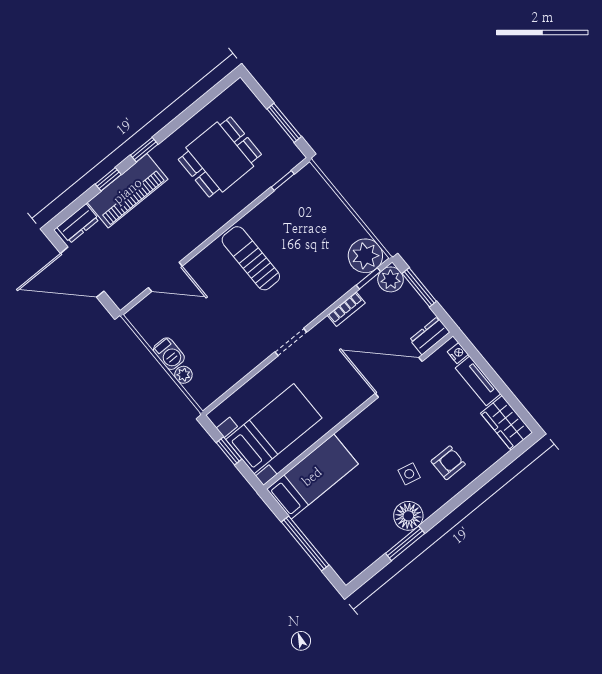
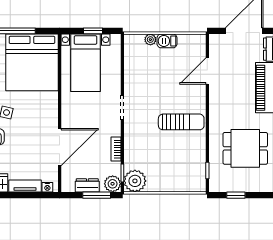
window: (284, 123) -> (236, 195), width x0.67
dining table: (220, 157) -> (245, 148), turned 90
dresser: (430, 336) -> (87, 185), moved, turned -90
bed: (312, 477) -> (32, 62), width x2.04

